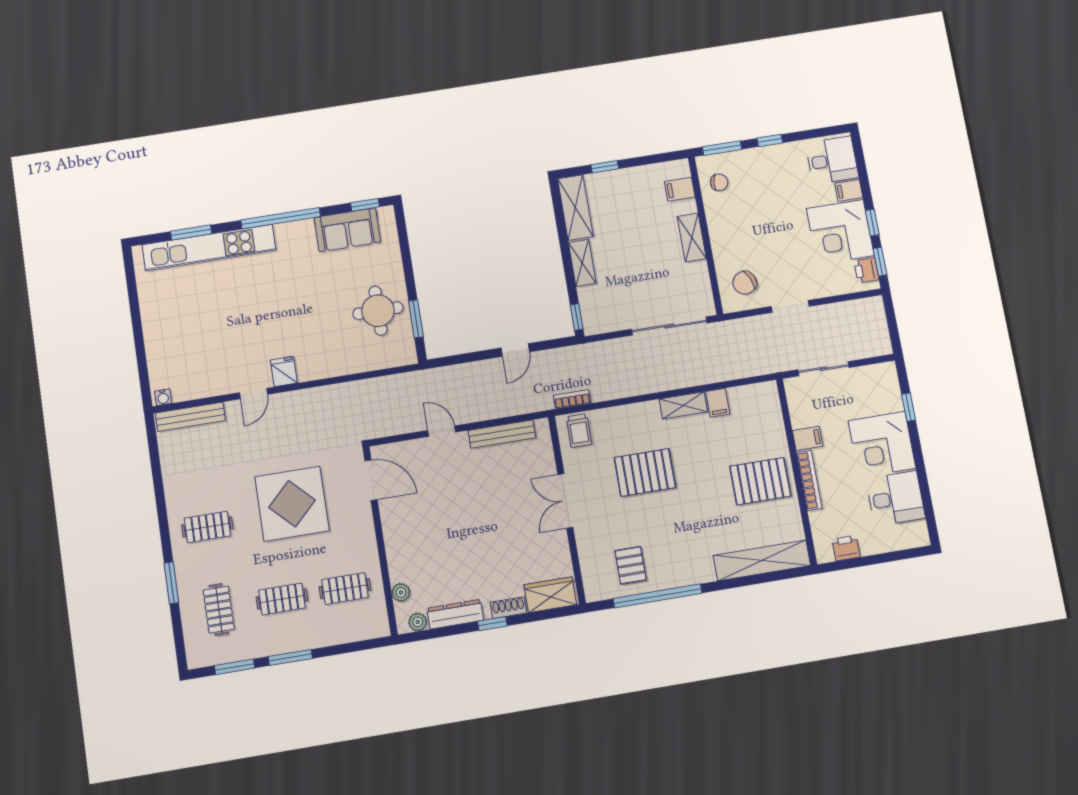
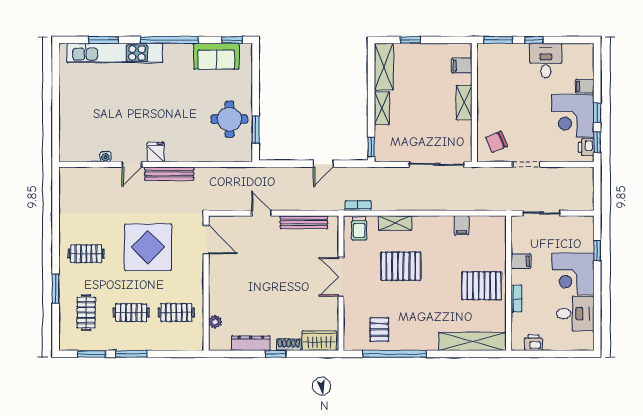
desk: (832, 160) -> (546, 61), moved, turned -90
chair: (719, 182) -> (491, 65), removed
water cooler: (163, 397) -> (105, 157), moved
shelving: (683, 405) -> (395, 223), moved
bench: (190, 417) -> (169, 174), moved
bookcase: (809, 480) -> (516, 299), width x0.64
plant: (418, 622) -> (224, 344), removed

